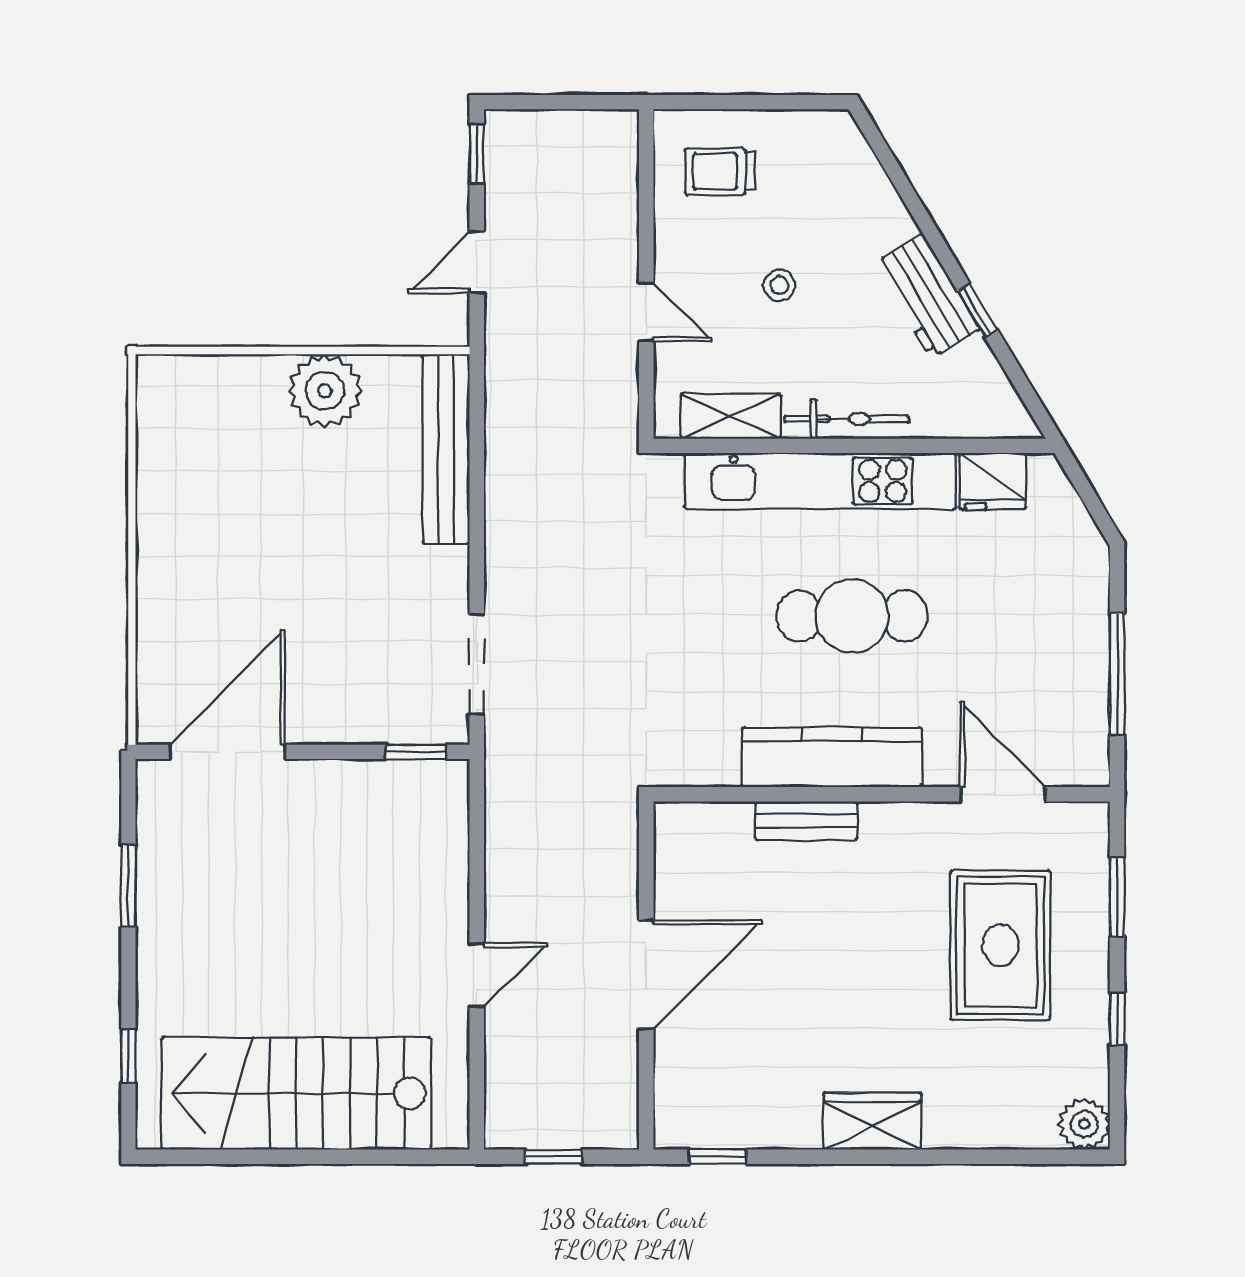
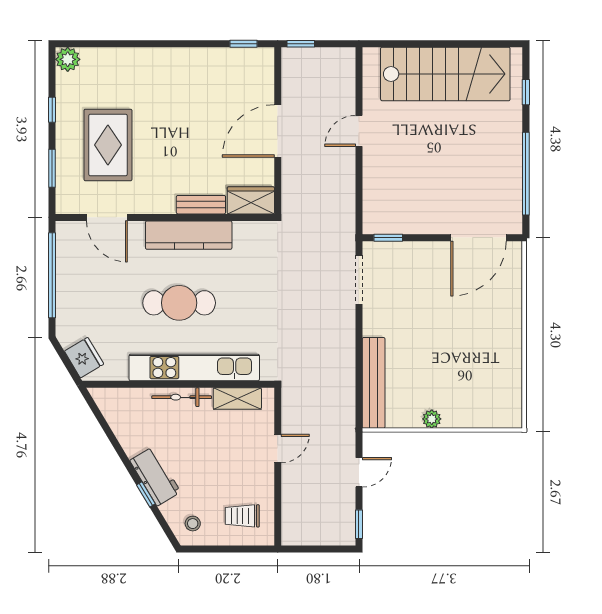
trolley: (720, 171) -> (242, 516), turned 180
stool: (779, 285) -> (193, 524), moved
workbench: (927, 296) -> (155, 476), moved
window: (977, 310) -> (146, 494), moved
door: (646, 312) -> (278, 449), swing flipped
plant: (325, 391) -> (432, 419), width x0.53, depth x0.53
fridge: (993, 481) -> (84, 358), moved, turned 59
window: (1117, 674) -> (52, 275), width x1.46
window: (128, 886) -> (526, 174), width x2.11
wardrobe: (872, 1121) -> (251, 200), moved, turned 180
window: (554, 1157) -> (301, 44), moved

